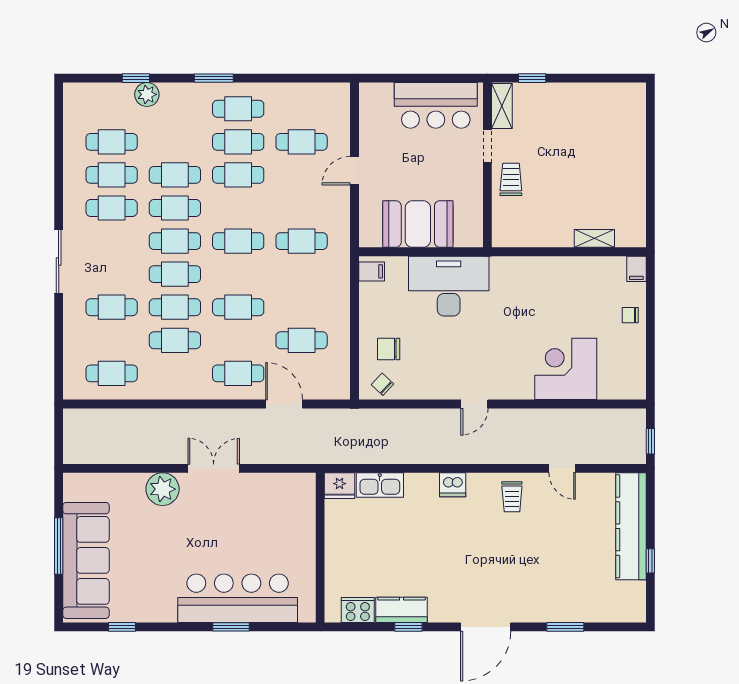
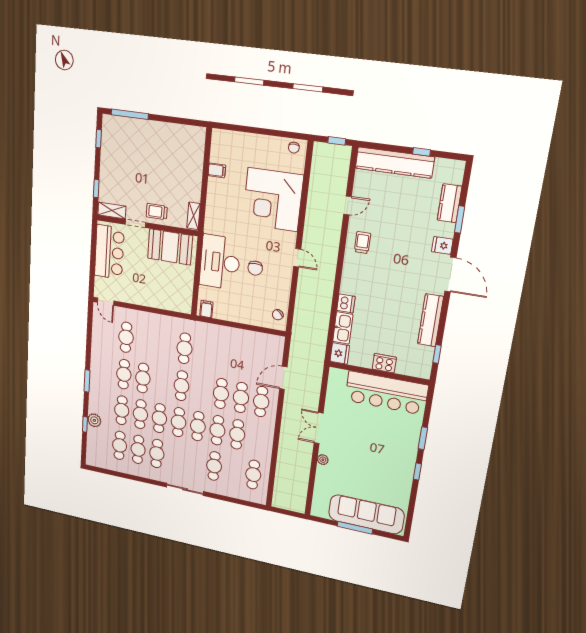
window: (608, 78) -> (99, 139), added
cafe table: (238, 109) -> (122, 410), moved
window: (650, 127) -> (130, 114), added
door: (354, 171) -> (106, 302), moved
booth: (418, 224) -> (170, 247), moved, turned 90
shelving: (594, 238) -> (193, 216), moved
filing cabinet: (636, 269) -> (217, 170), moved
chair: (630, 315) -> (294, 148), moved
cafe table: (302, 340) -> (241, 398), moved
chair: (389, 349) -> (255, 268), moved
corner desk: (566, 369) -> (273, 200), width x1.36, depth x1.36
dishwasher: (453, 485) -> (346, 303), moved
plant: (163, 489) -> (323, 460), width x0.53, depth x0.53
trolley: (512, 497) -> (362, 243), turned -90
bar counter: (238, 598) -> (386, 393), moved, turned -90
fridge: (525, 609) -> (442, 245), added
cooker: (358, 610) -> (384, 363), moved, turned 90
kitchen counter: (402, 610) -> (430, 320), width x1.50
kitchen counter: (585, 610) -> (450, 203), added
window: (122, 627) -> (417, 472), moved
window: (408, 627) -> (437, 354), moved

